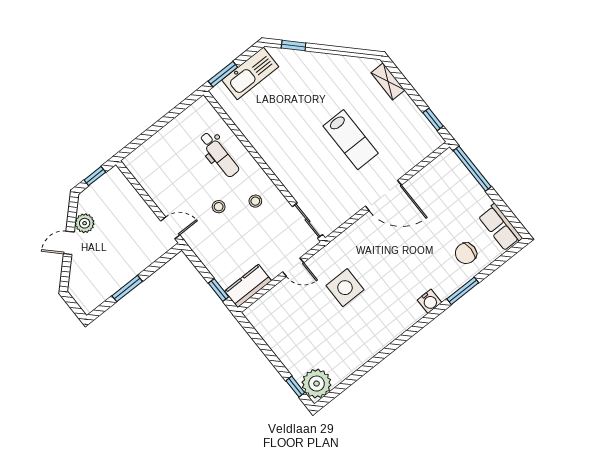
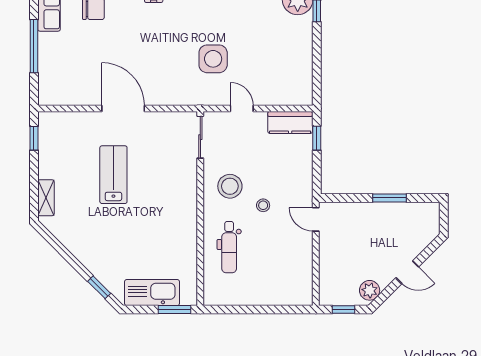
dental chair: (219, 154) -> (229, 247), turned 180
window: (472, 169) -> (34, 46), moved
stool: (255, 201) -> (230, 186), width x1.89, depth x1.89
plant: (85, 223) -> (370, 290), moved

